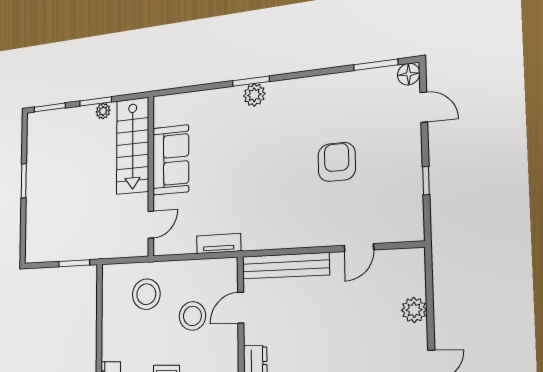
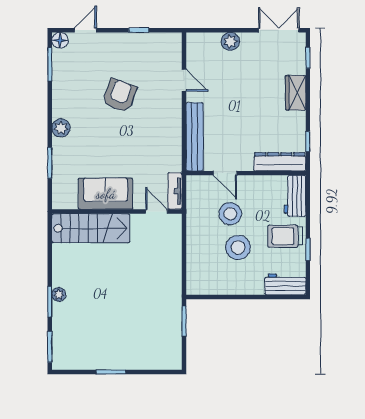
plant: (254, 95) -> (61, 128), moved
stairs: (133, 146) -> (91, 228), moved
sofa: (171, 160) -> (106, 194), moved
armchair: (337, 162) -> (120, 95), turned 110
wall: (151, 176) -> (117, 212), moved
door: (151, 225) -> (156, 212), moved
stool: (146, 294) -> (238, 247), moved

